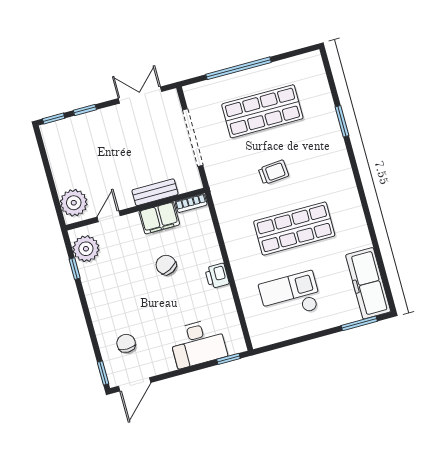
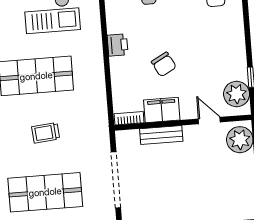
door: (109, 216) -> (209, 121), swing flipped

